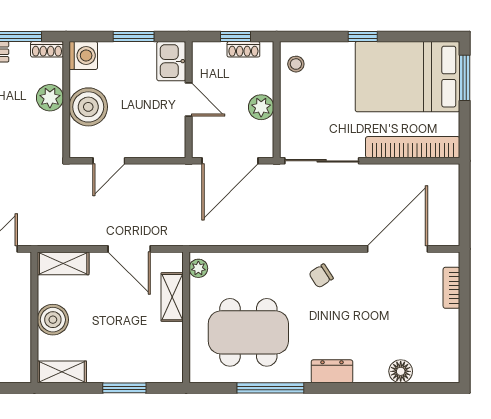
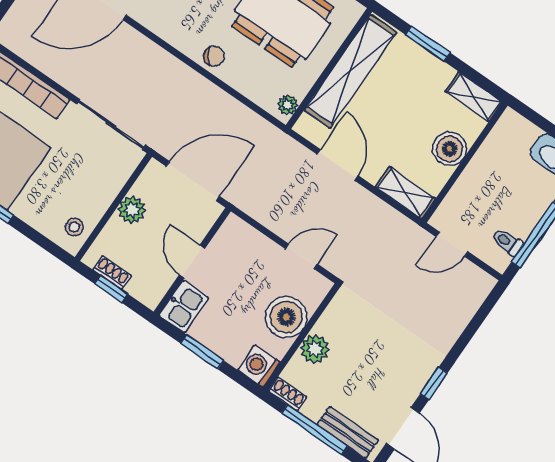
chair: (321, 276) -> (214, 56), moved
shelving: (172, 297) -> (350, 71), width x2.20, depth x1.33

